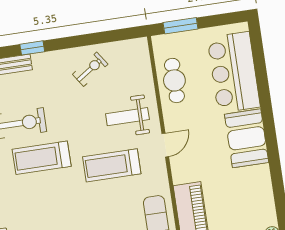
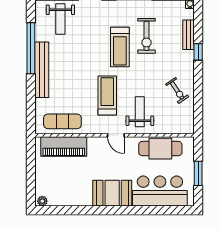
window: (181, 26) -> (198, 173), moved
cafe table: (174, 80) -> (160, 149), width x1.37, depth x1.35
treadmill: (42, 158) -> (120, 47), turned 180

